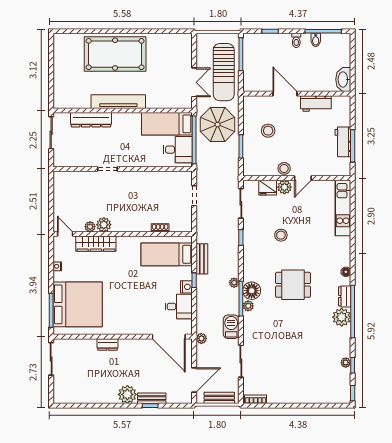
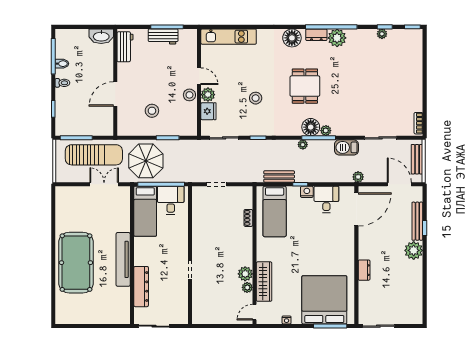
workbench: (316, 103) -> (125, 47), moved
floor lamp: (346, 272) -> (292, 38), width x1.89, depth x1.89
bench: (152, 398) -> (417, 221), width x1.36

